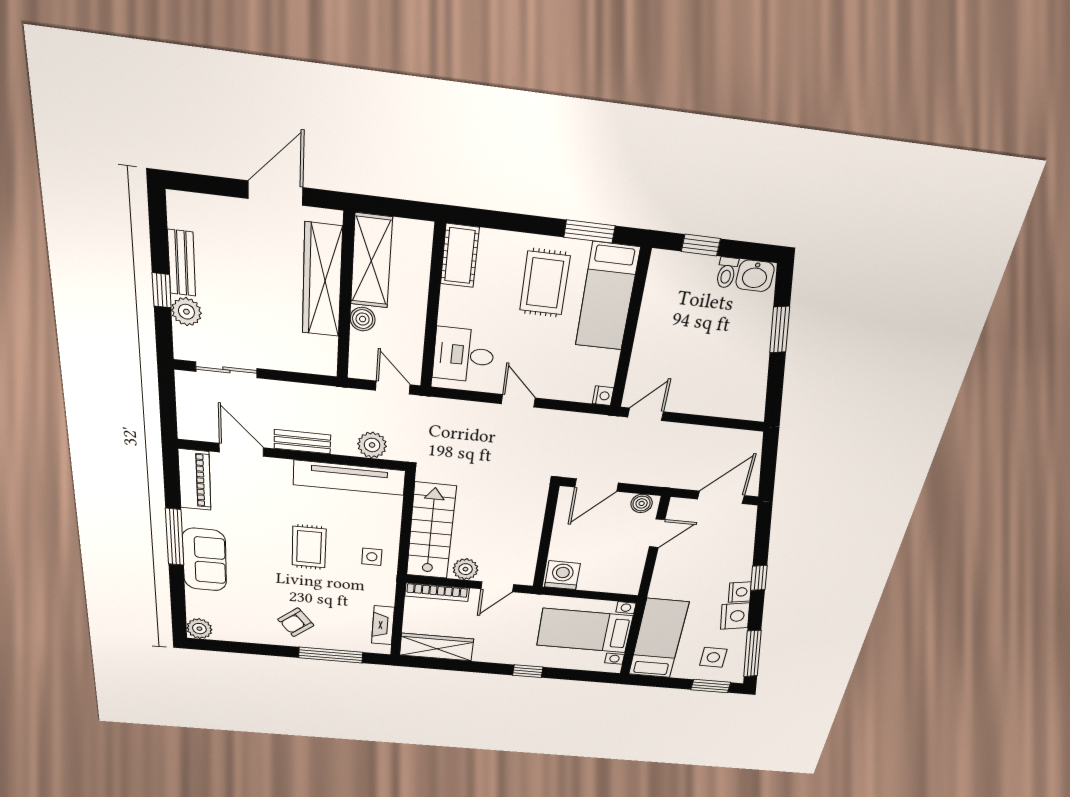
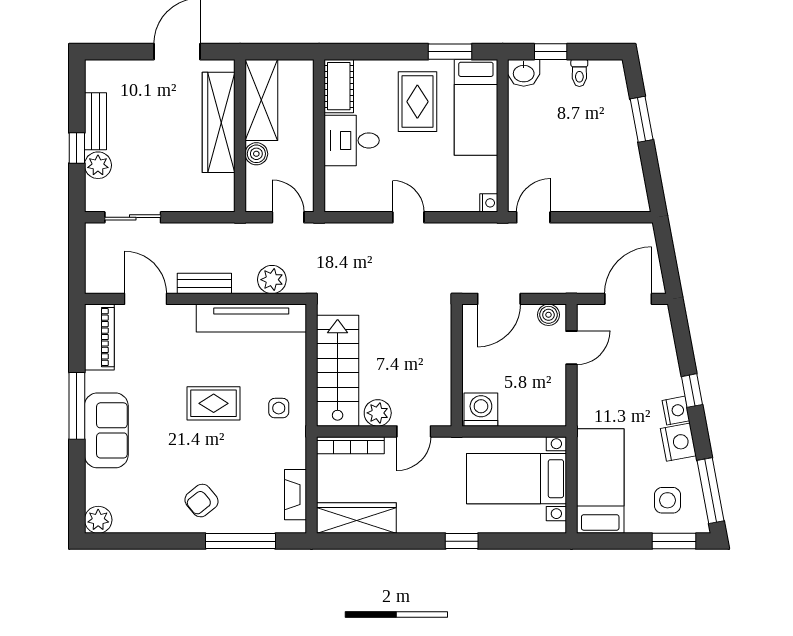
washbasin: (755, 276) -> (524, 73), moved
desk: (464, 355) -> (352, 140), moved
rug: (309, 547) -> (214, 403), turned 90

